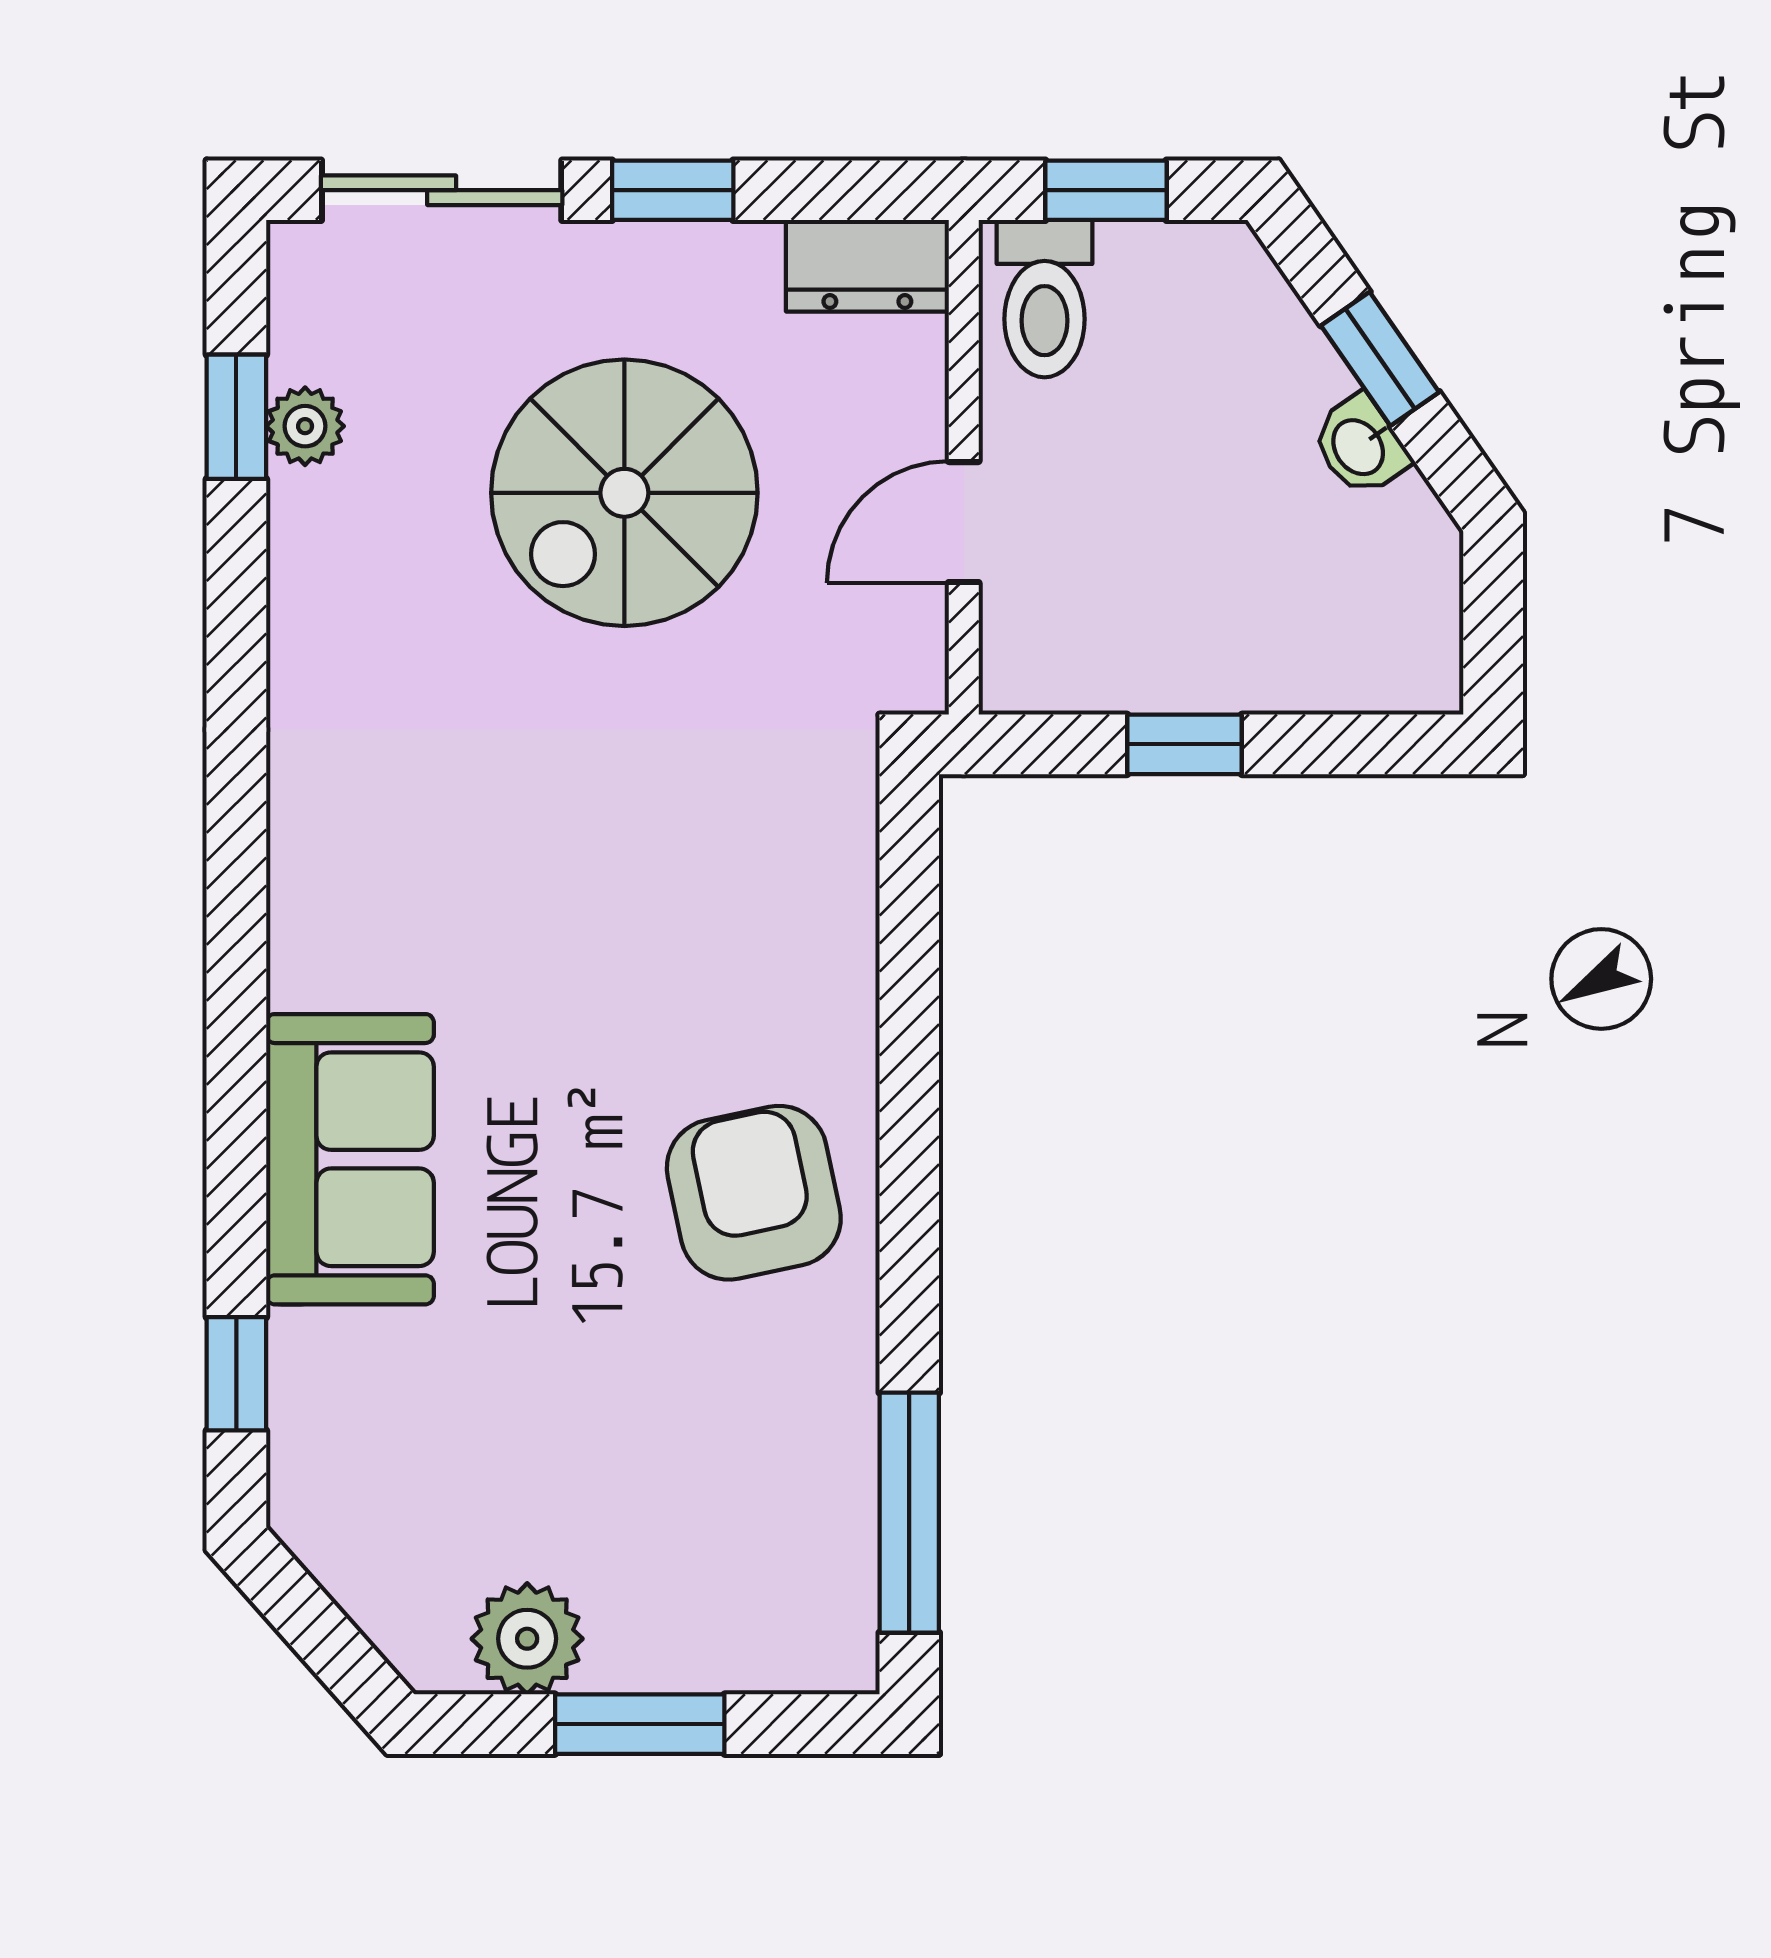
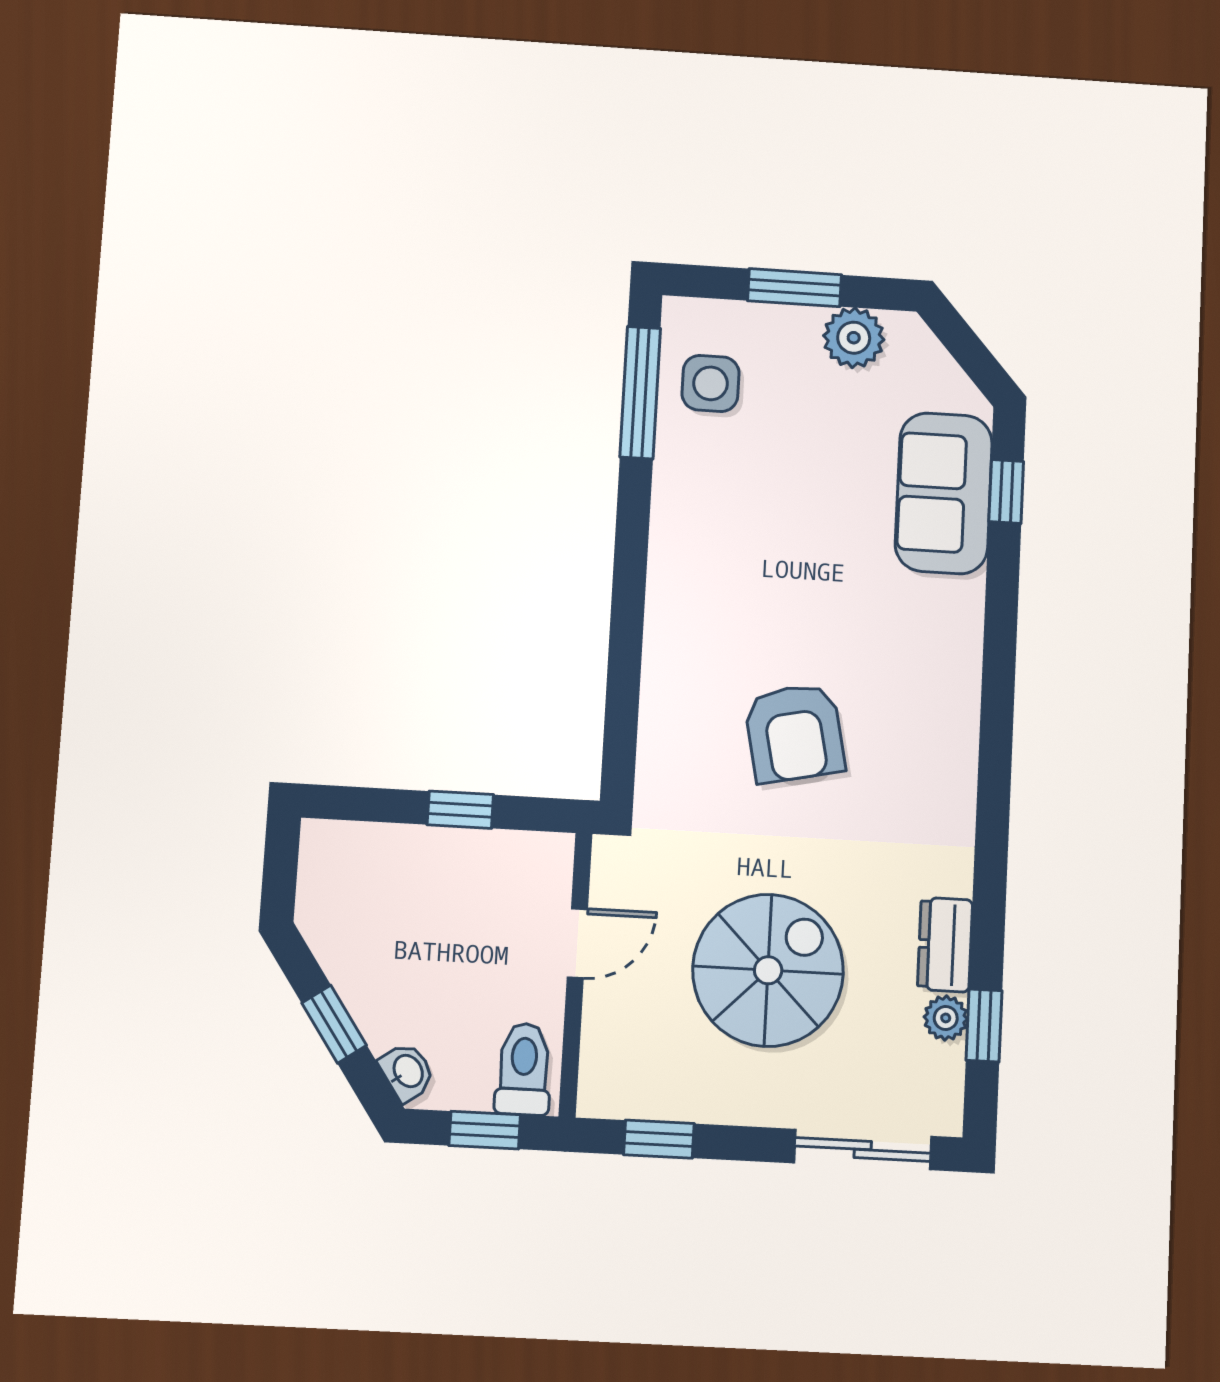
window: (673, 190) -> (659, 1139), moved
dresser: (867, 266) -> (945, 945), moved, turned -90
washbasin: (1360, 446) -> (407, 1072), moved
sofa: (350, 1159) -> (944, 493), moved
armchair: (754, 1193) -> (794, 733), moved
side table: (783, 1538) -> (711, 383), added

